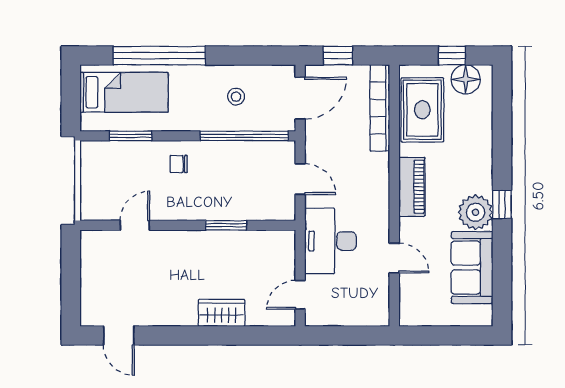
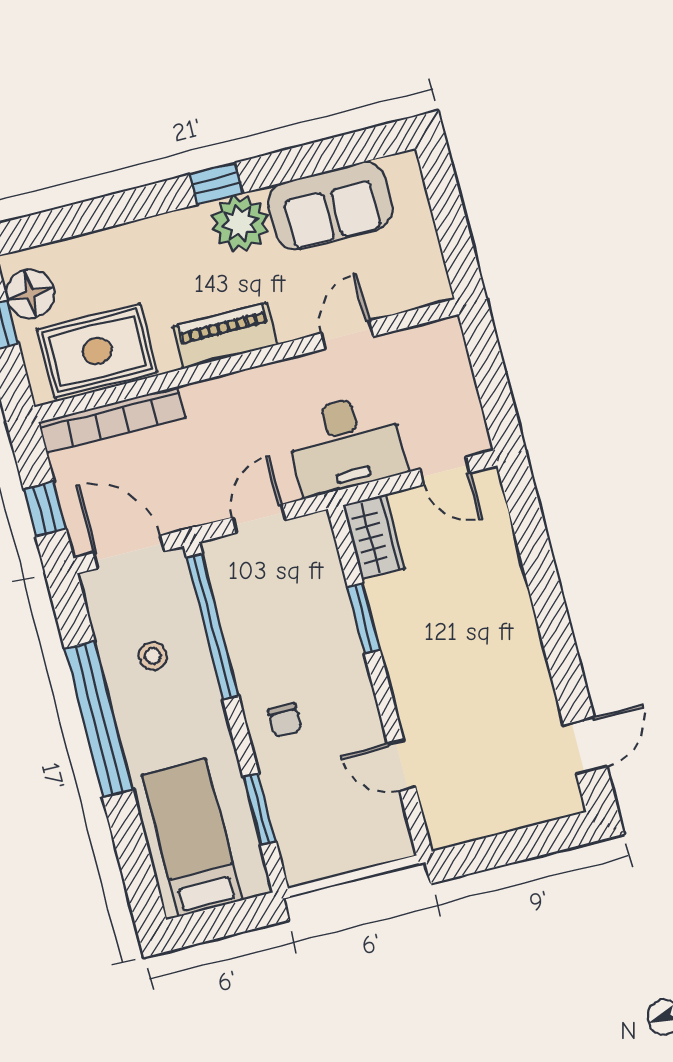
window: (159, 56) -> (99, 719), moved
wardrobe: (222, 313) -> (374, 537), moved, turned 180

